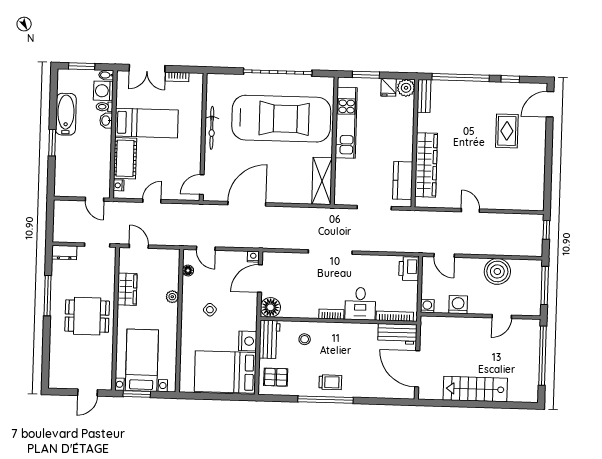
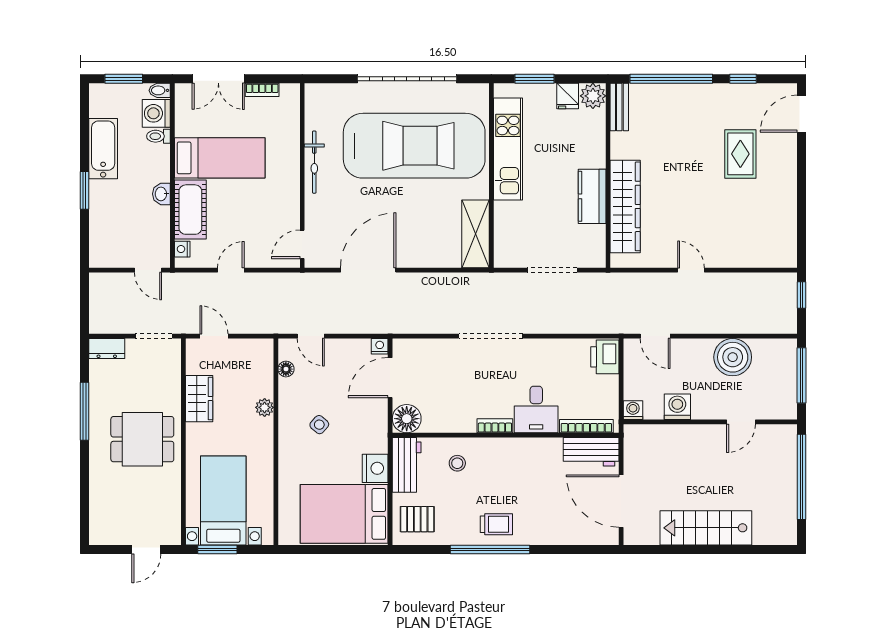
washbasin: (106, 121) -> (161, 194), moved
kitchen counter: (403, 181) -> (592, 196), moved

